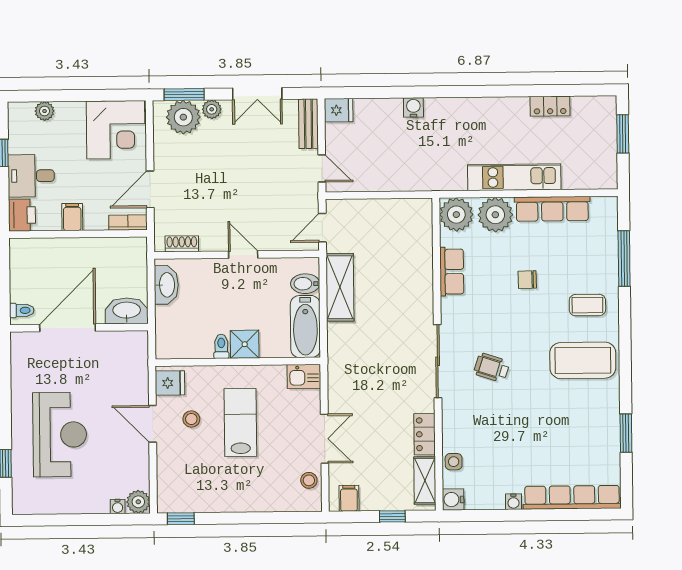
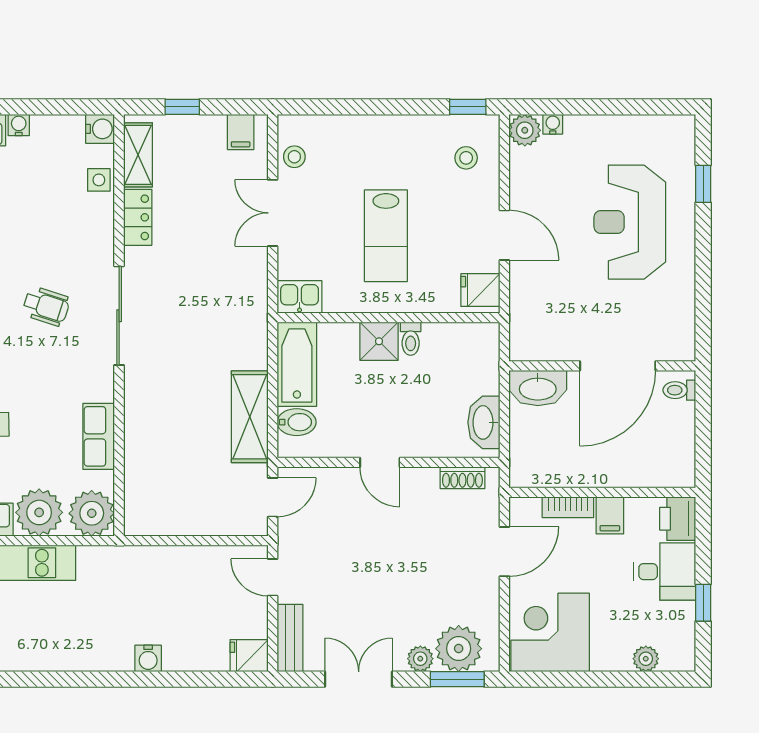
bookcase: (128, 222) -> (568, 507), moved
stool: (191, 419) -> (466, 158), moved

